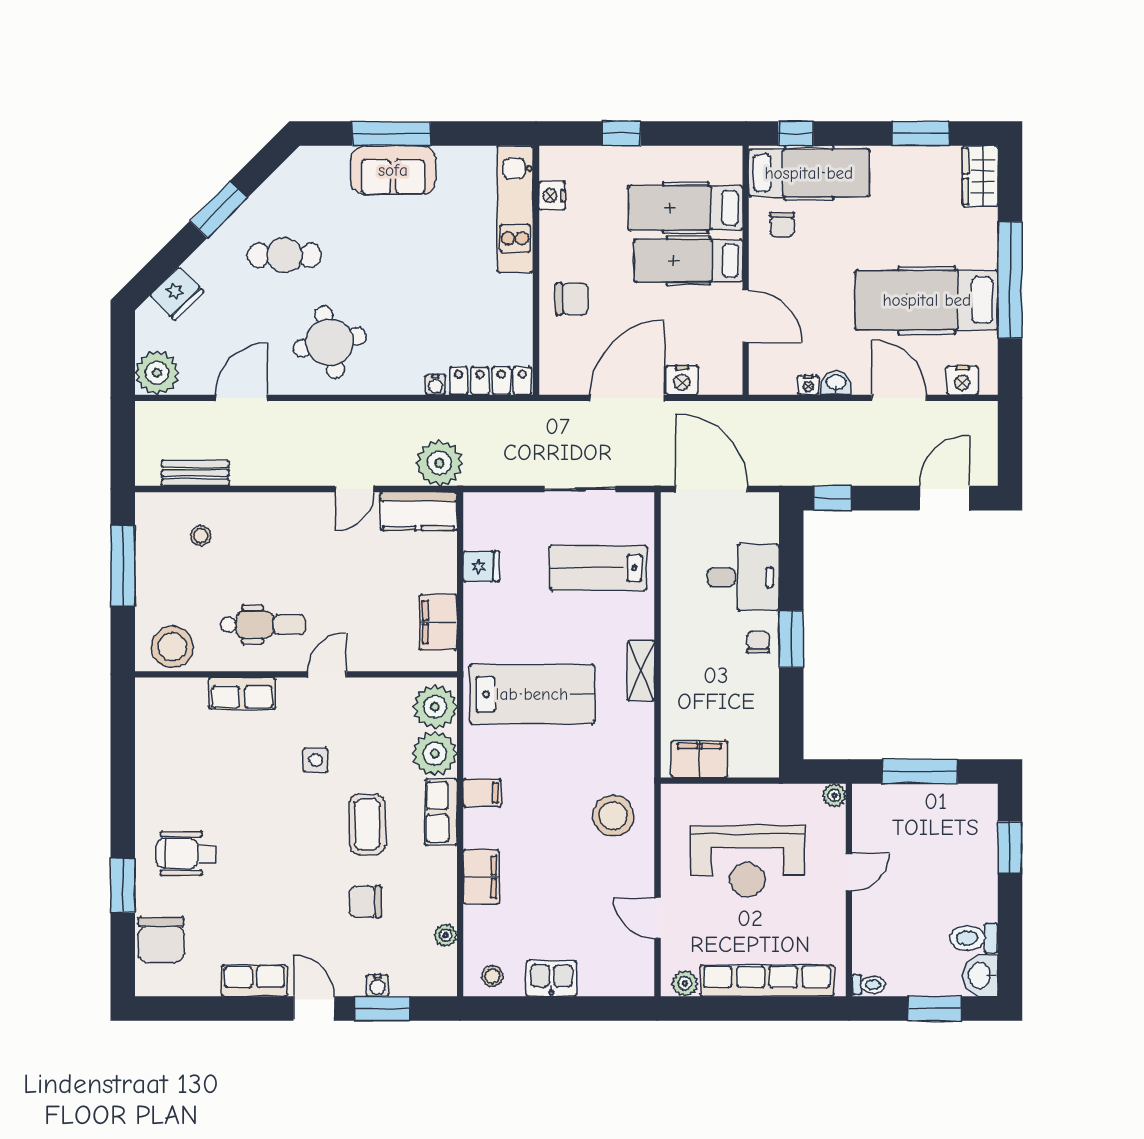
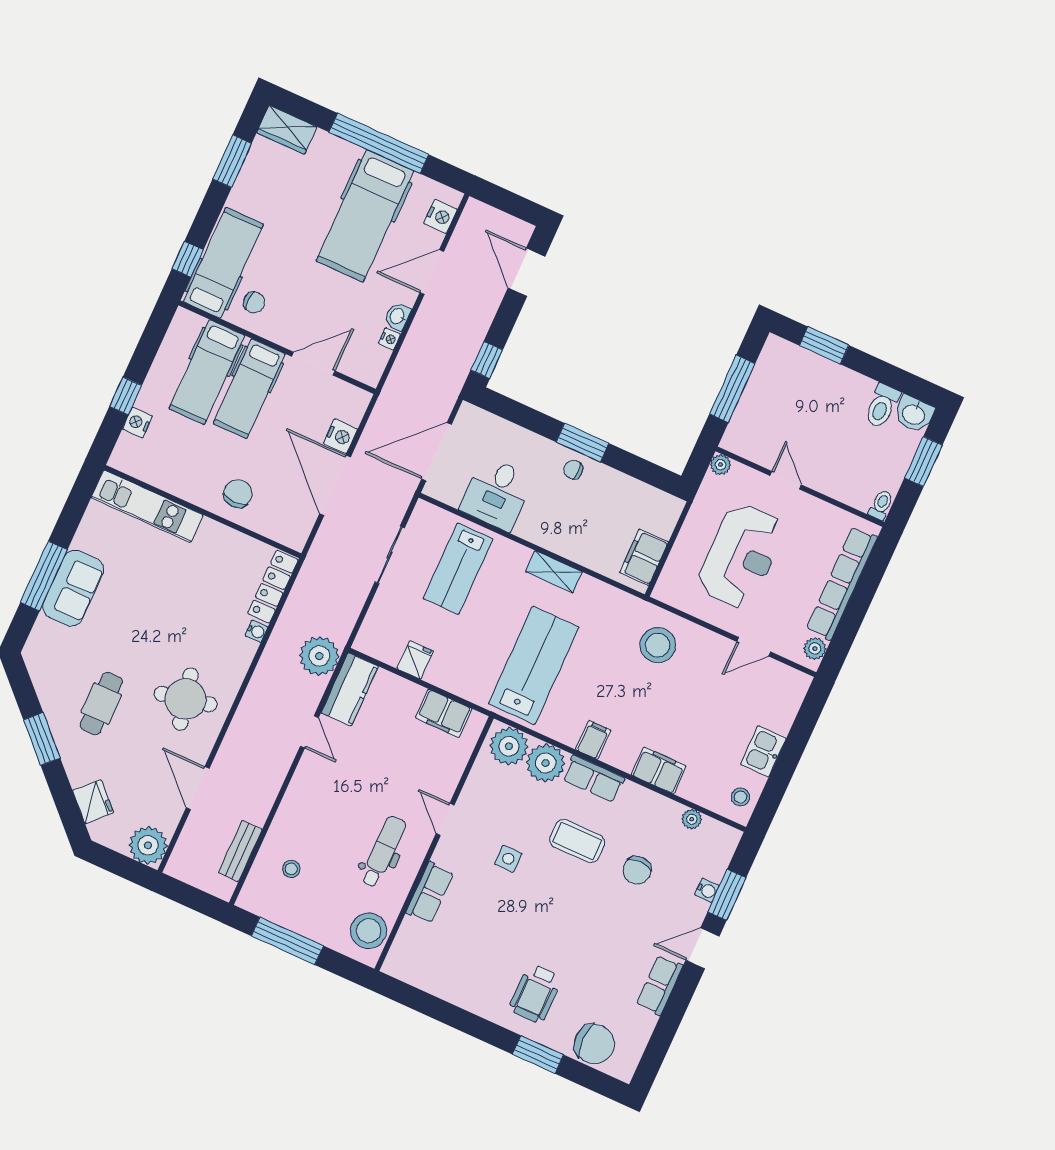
nightstand: (552, 196) -> (137, 422), moved, turned 90
desk: (743, 577) -> (497, 493), moved, turned 180

